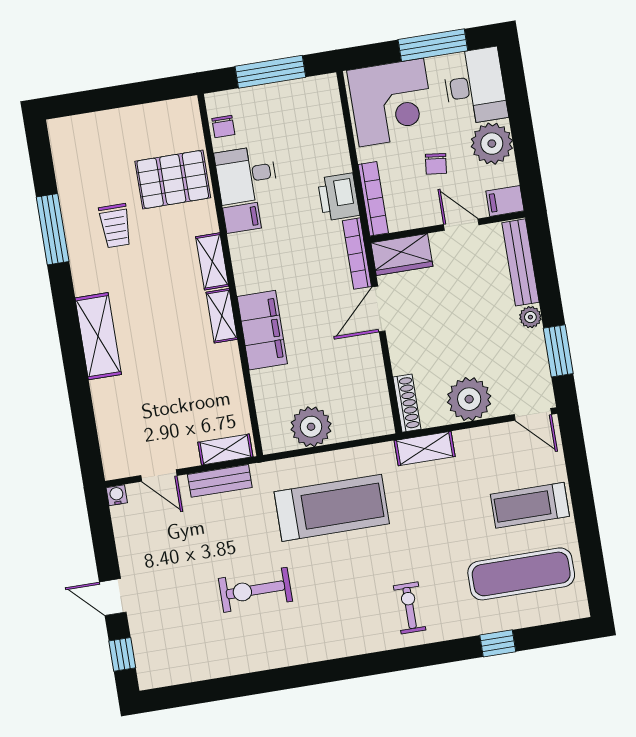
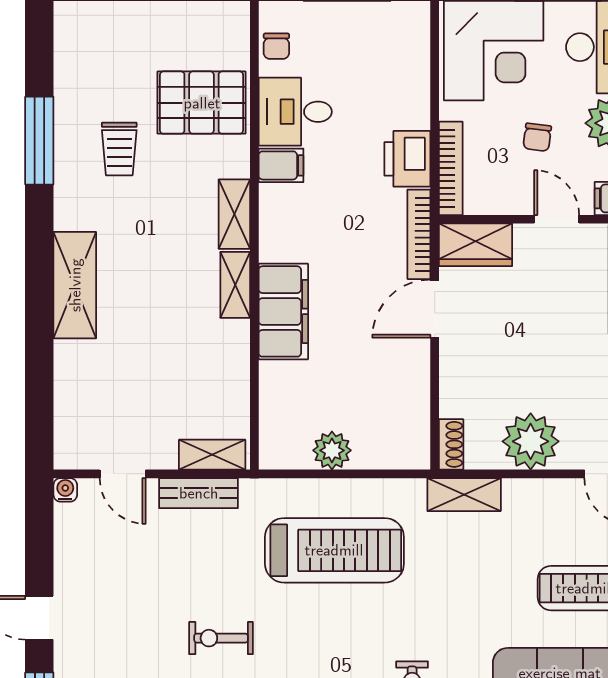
shoe rack: (407, 403) -> (451, 444), width x0.70
plant: (311, 427) -> (332, 450), width x0.73, depth x0.73
exercise bike: (255, 590) -> (221, 638), width x0.73, depth x0.72

